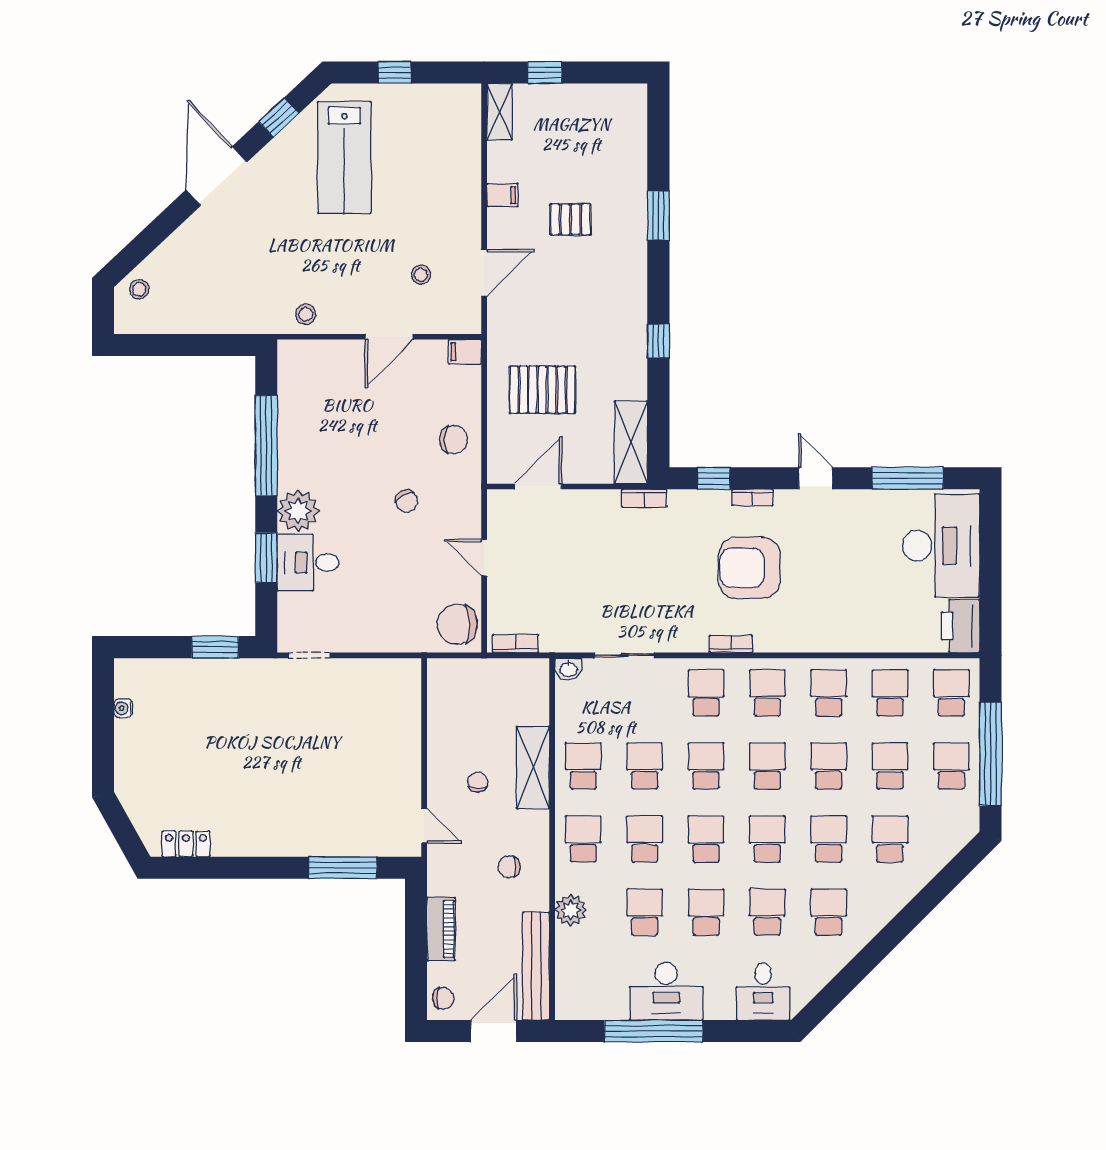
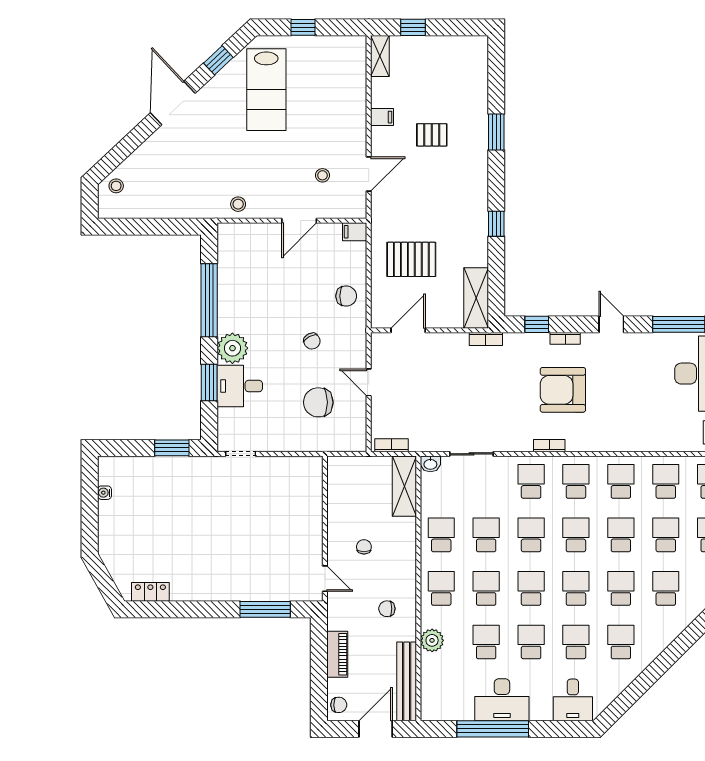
chair: (457, 624) -> (318, 402), moved
shelving: (533, 768) -> (404, 486), moved

